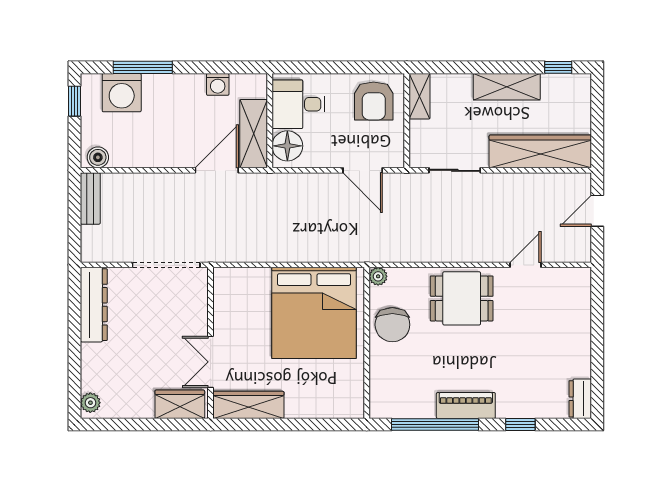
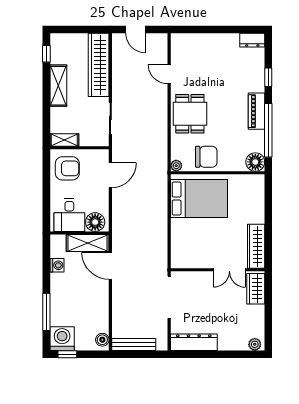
washing machine: (122, 93) -> (62, 339), moved, turned -90
bench: (90, 198) -> (134, 344), width x1.36
bed: (314, 313) -> (199, 199), width x0.73
floor lamp: (384, 404) -> (255, 162), added

